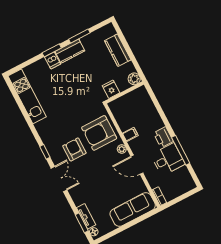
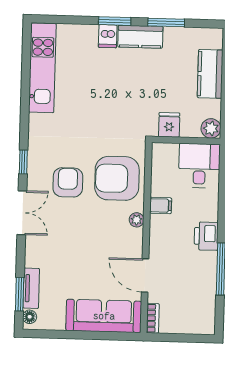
desk: (168, 159) -> (199, 166), moved, turned -90
door: (137, 165) -> (145, 275), moved

